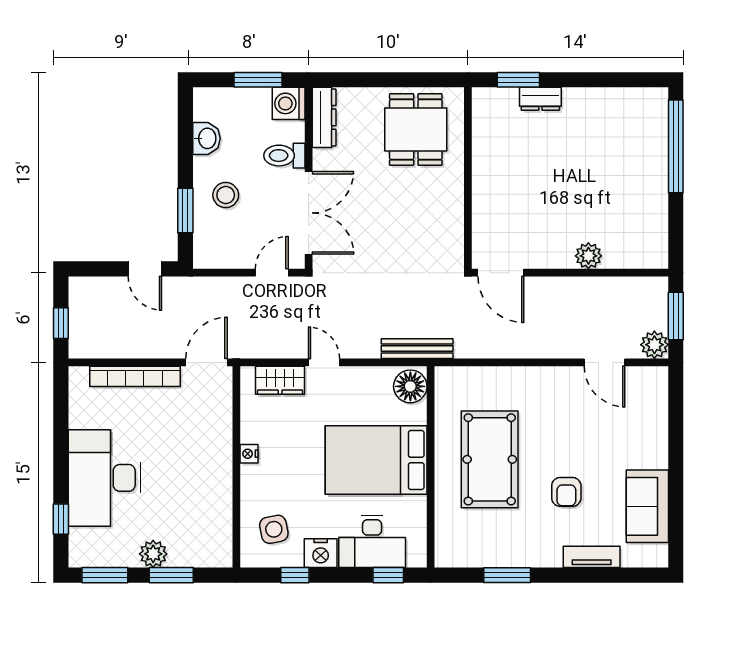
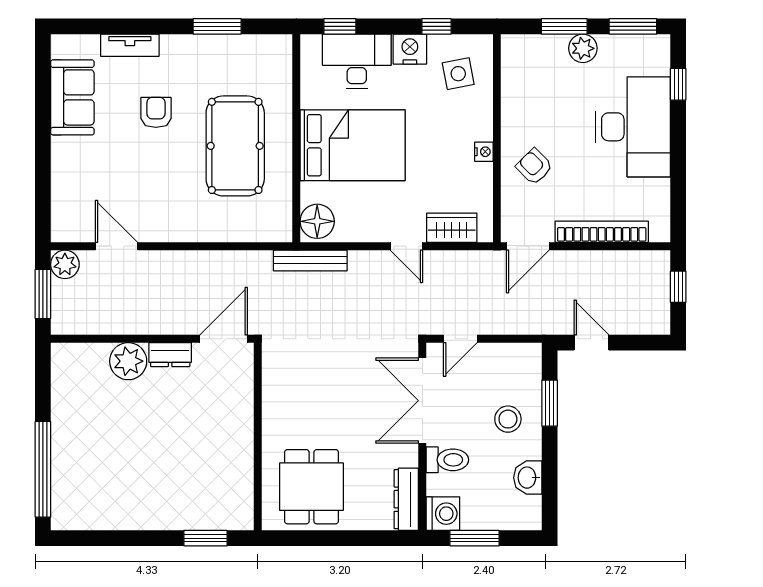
dresser: (540, 99) -> (170, 355), moved, turned 180
plant: (588, 256) -> (128, 361), width x1.36, depth x1.36
door: (501, 273) -> (224, 339), hinge flipped
armchair: (200, 439) -> (534, 166), added

